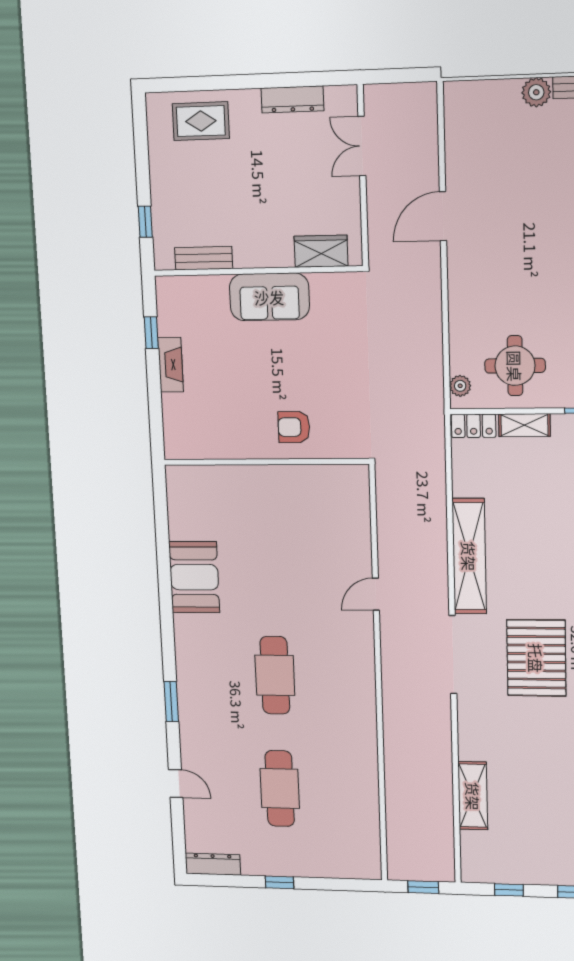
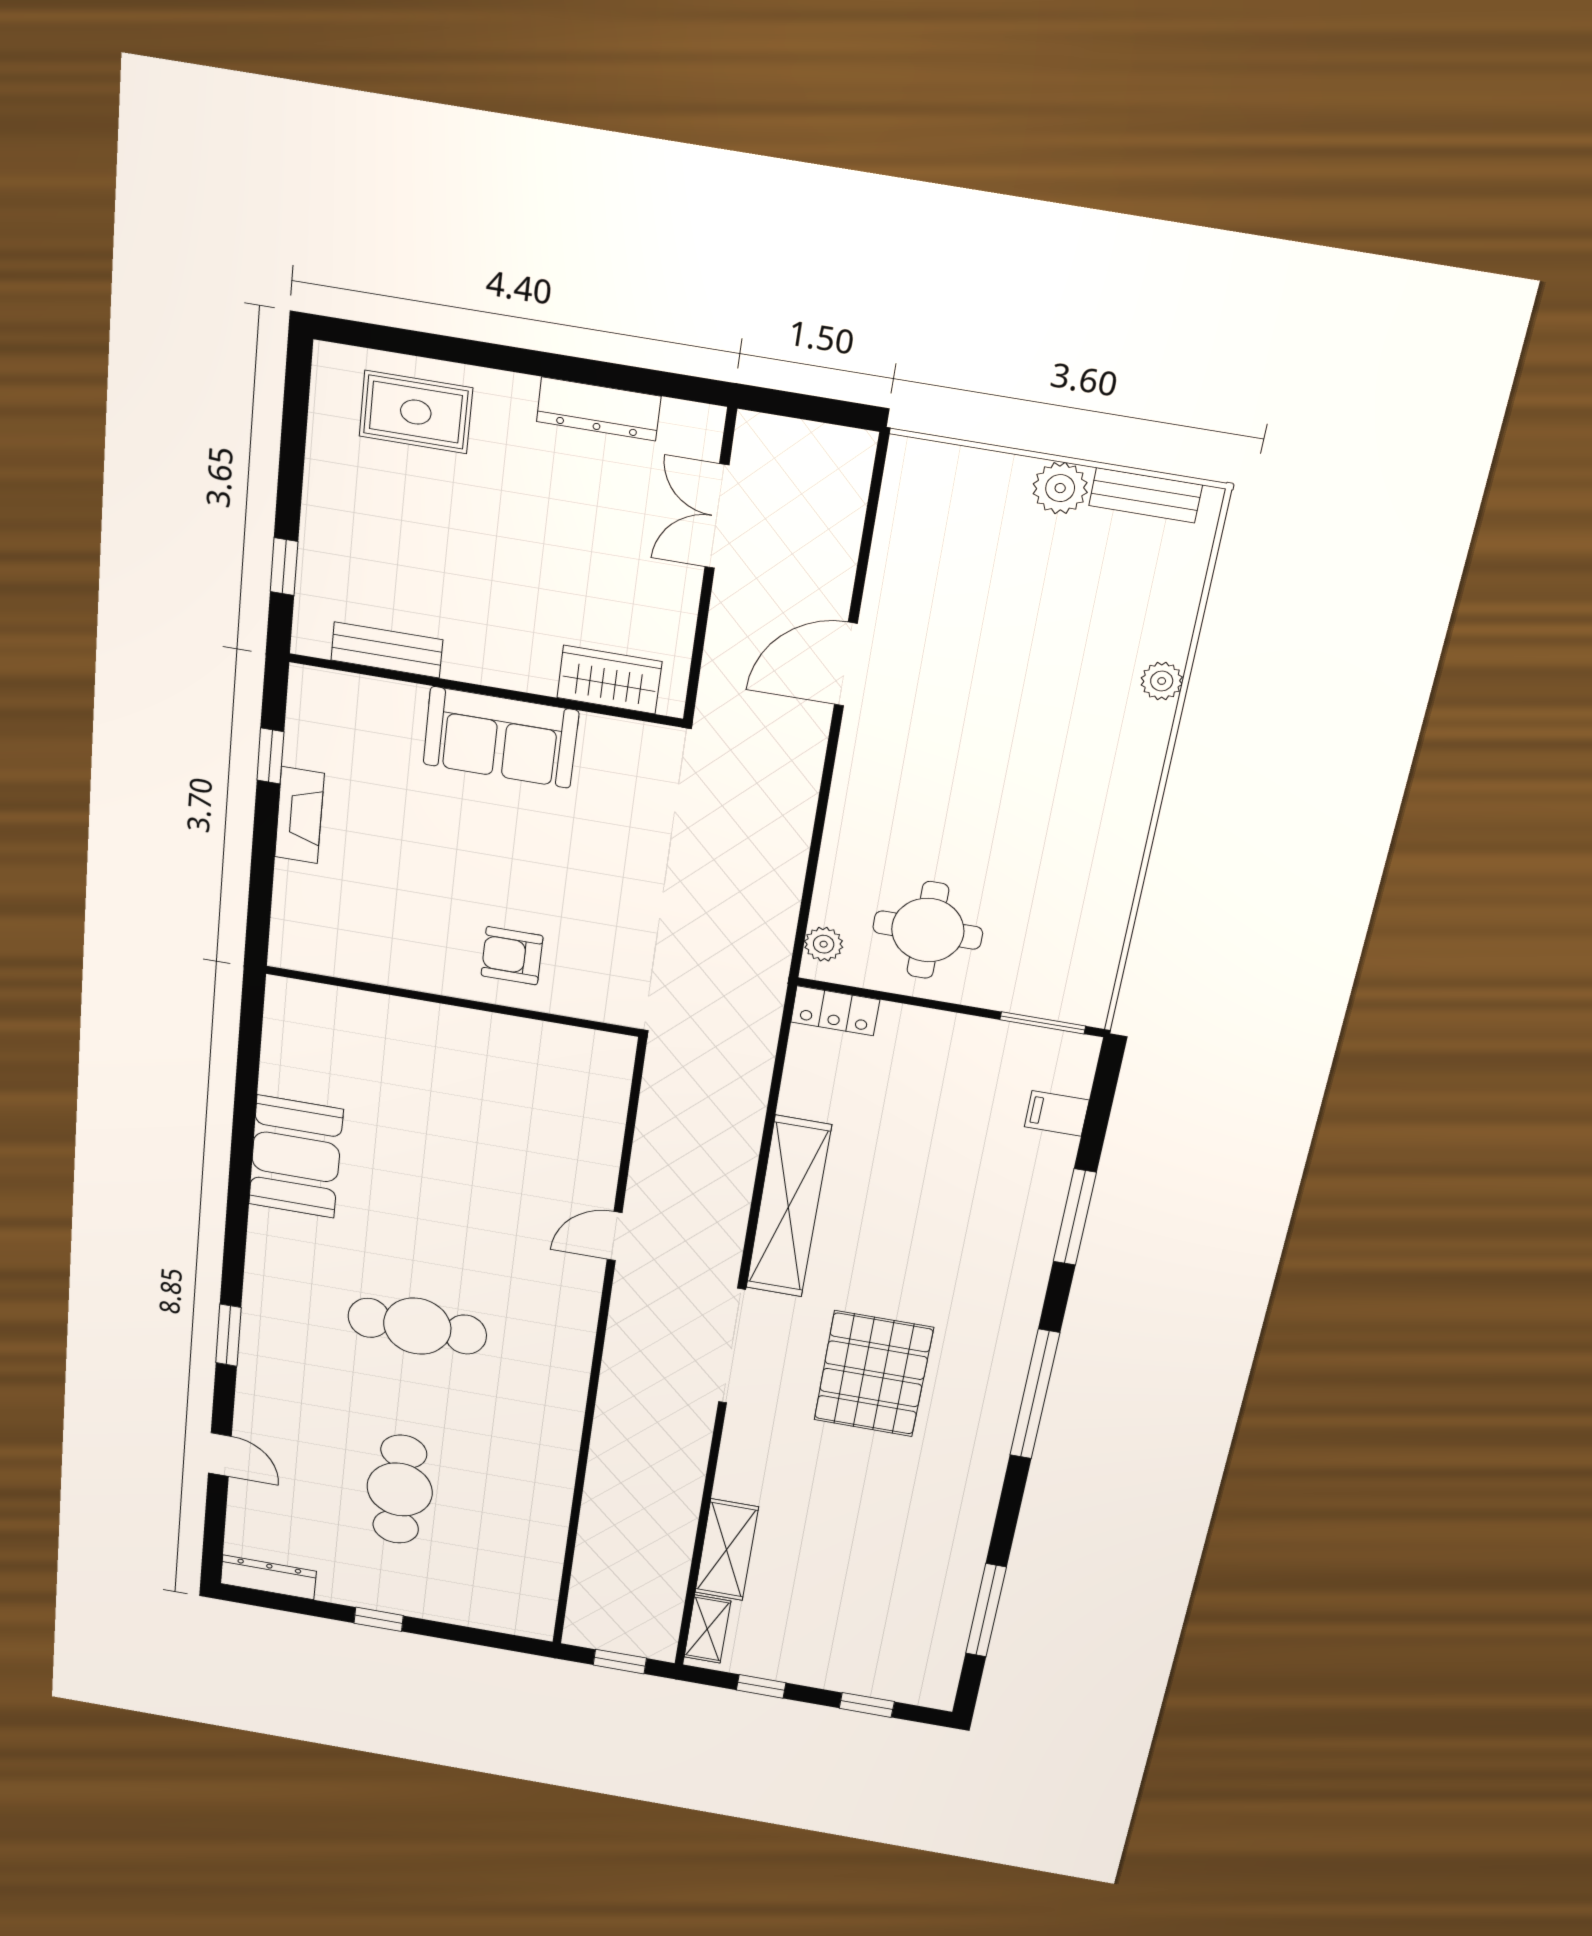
shelving: (524, 425) -> (707, 1629), moved, turned 90
cafe table: (275, 675) -> (417, 1326), turned 90

